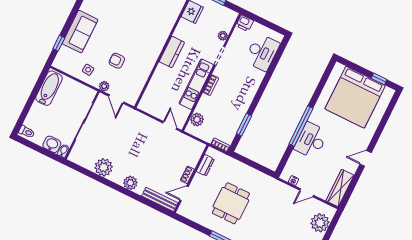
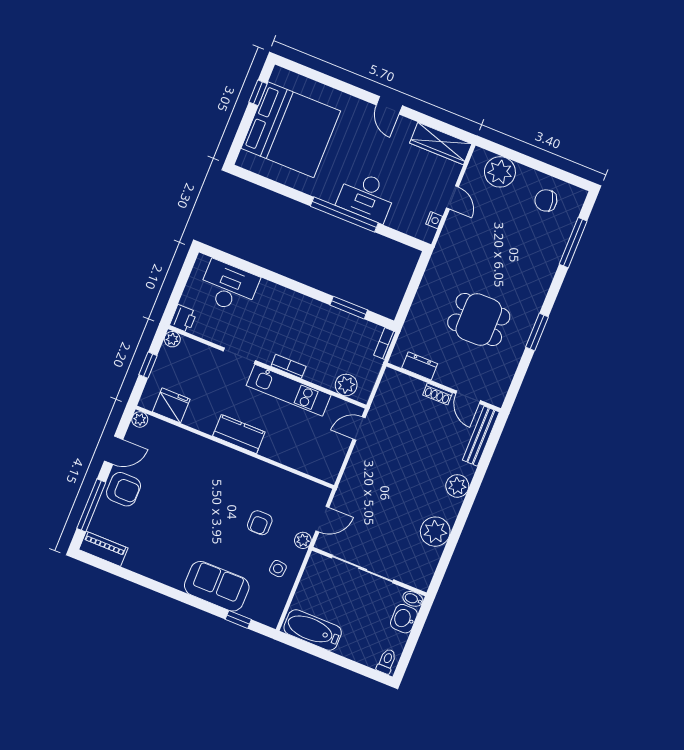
plant: (223, 36) -> (172, 339), moved

